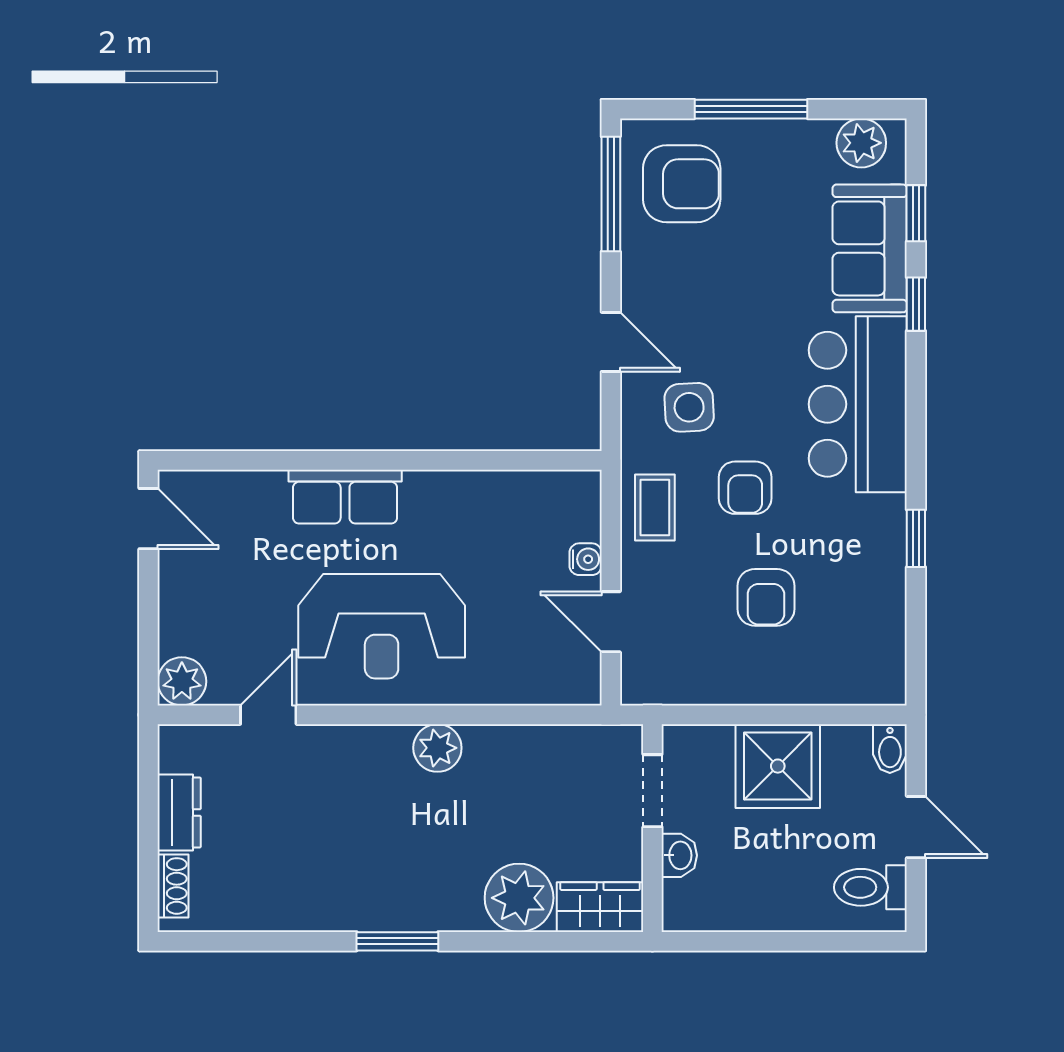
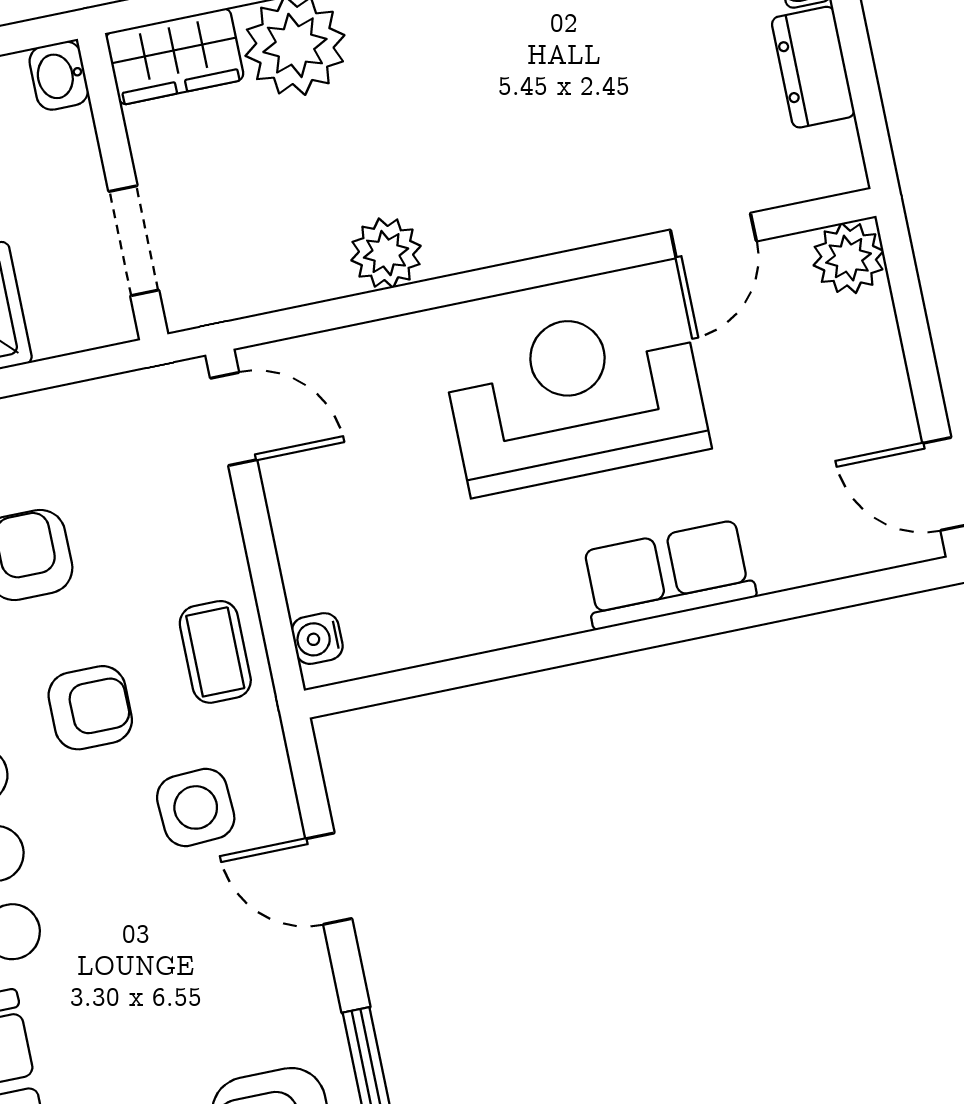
armchair: (745, 488) -> (90, 708), turned 90
water cooler: (586, 559) -> (317, 639), moved
door: (611, 622) -> (234, 419), moved
plant: (437, 748) -> (386, 253), moved
washbasin: (679, 855) -> (59, 76), moved

